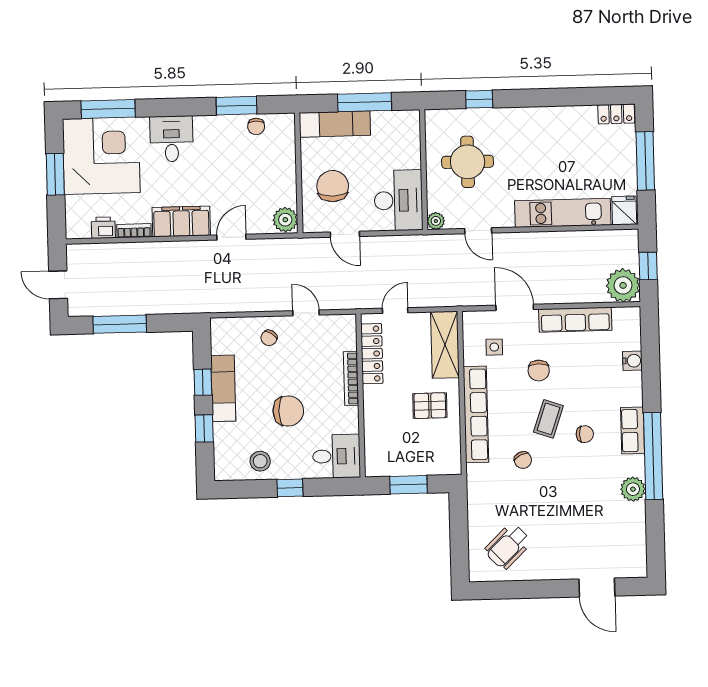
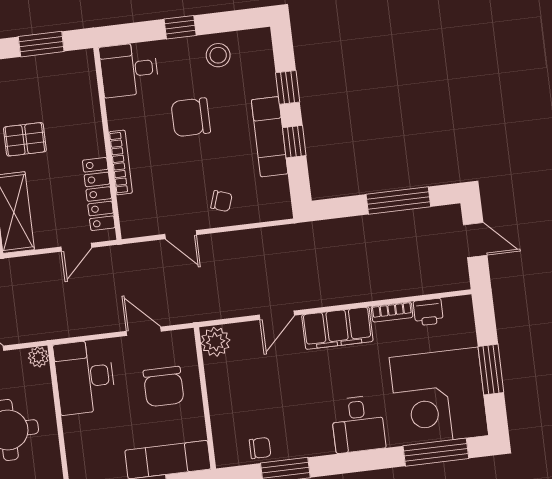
chair: (256, 126) -> (260, 448), turned 90
chair: (269, 338) -> (221, 201), turned 75

